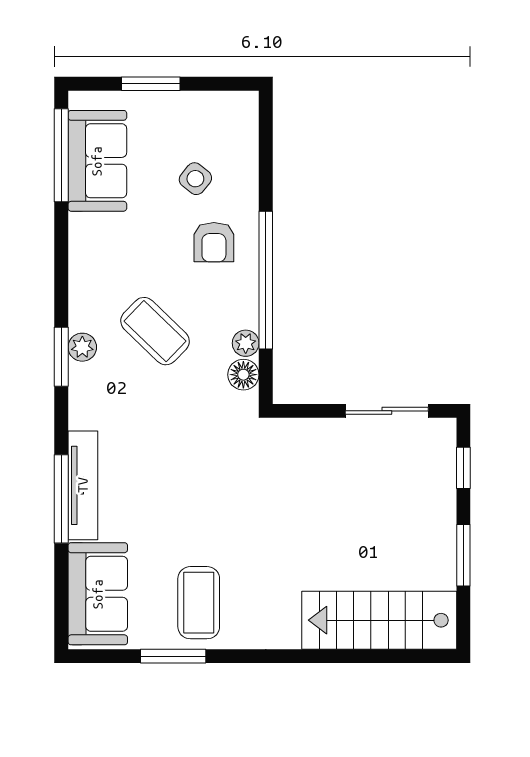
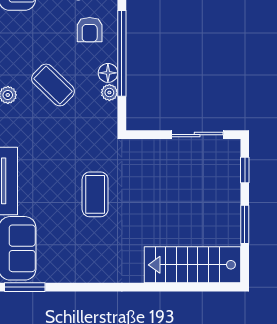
floor lamp: (243, 375) -> (108, 73), moved
coffee table: (199, 603) -> (95, 194), moved
window: (173, 656) -> (25, 287), moved

